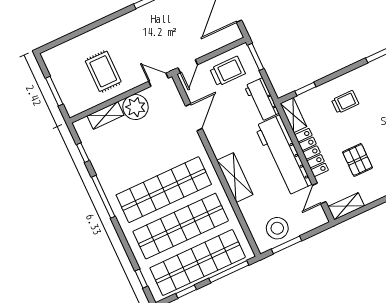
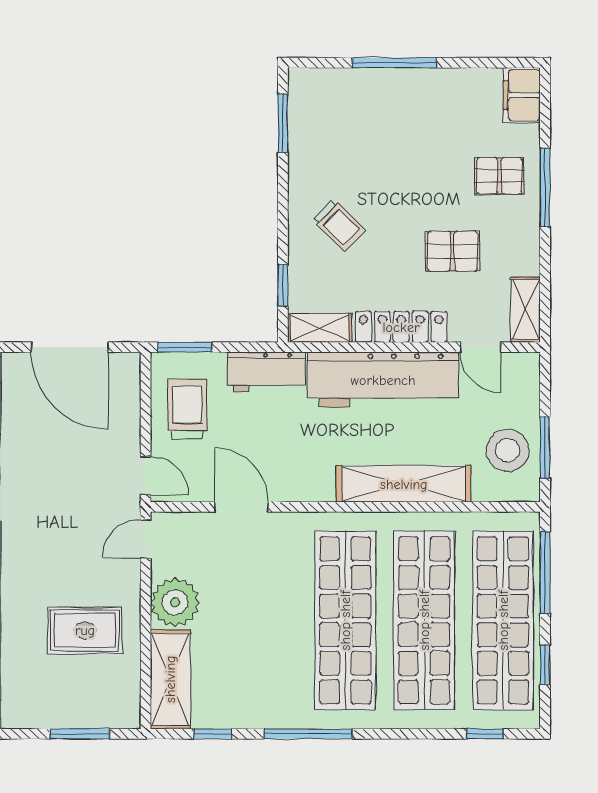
trolley: (345, 102) -> (339, 225), turned 134
shelving: (105, 115) -> (170, 679), width x1.50, depth x1.33
shelving: (235, 177) -> (404, 484), width x1.47

